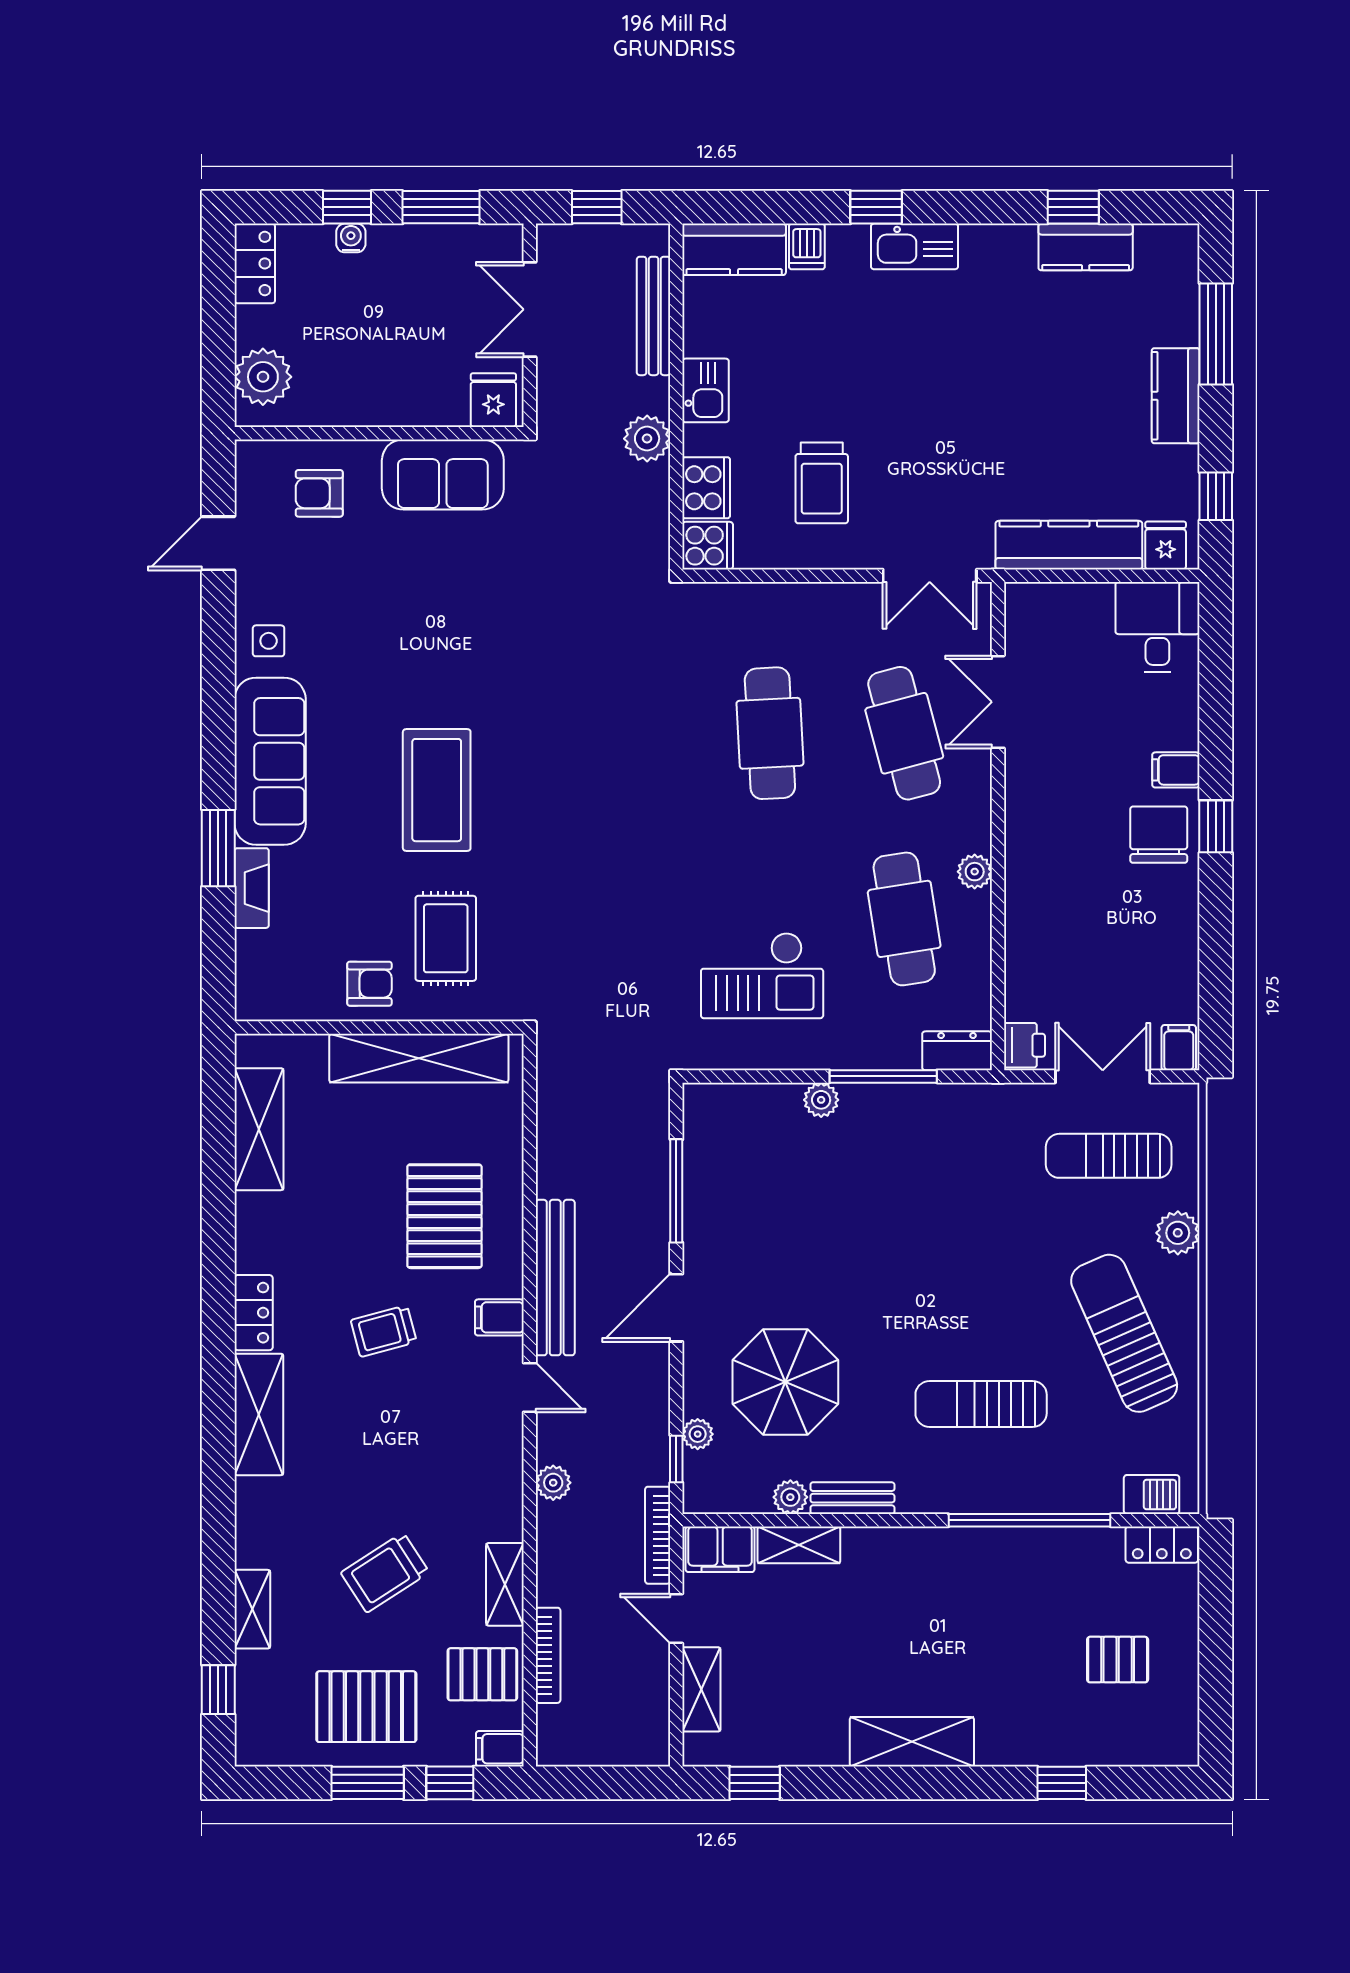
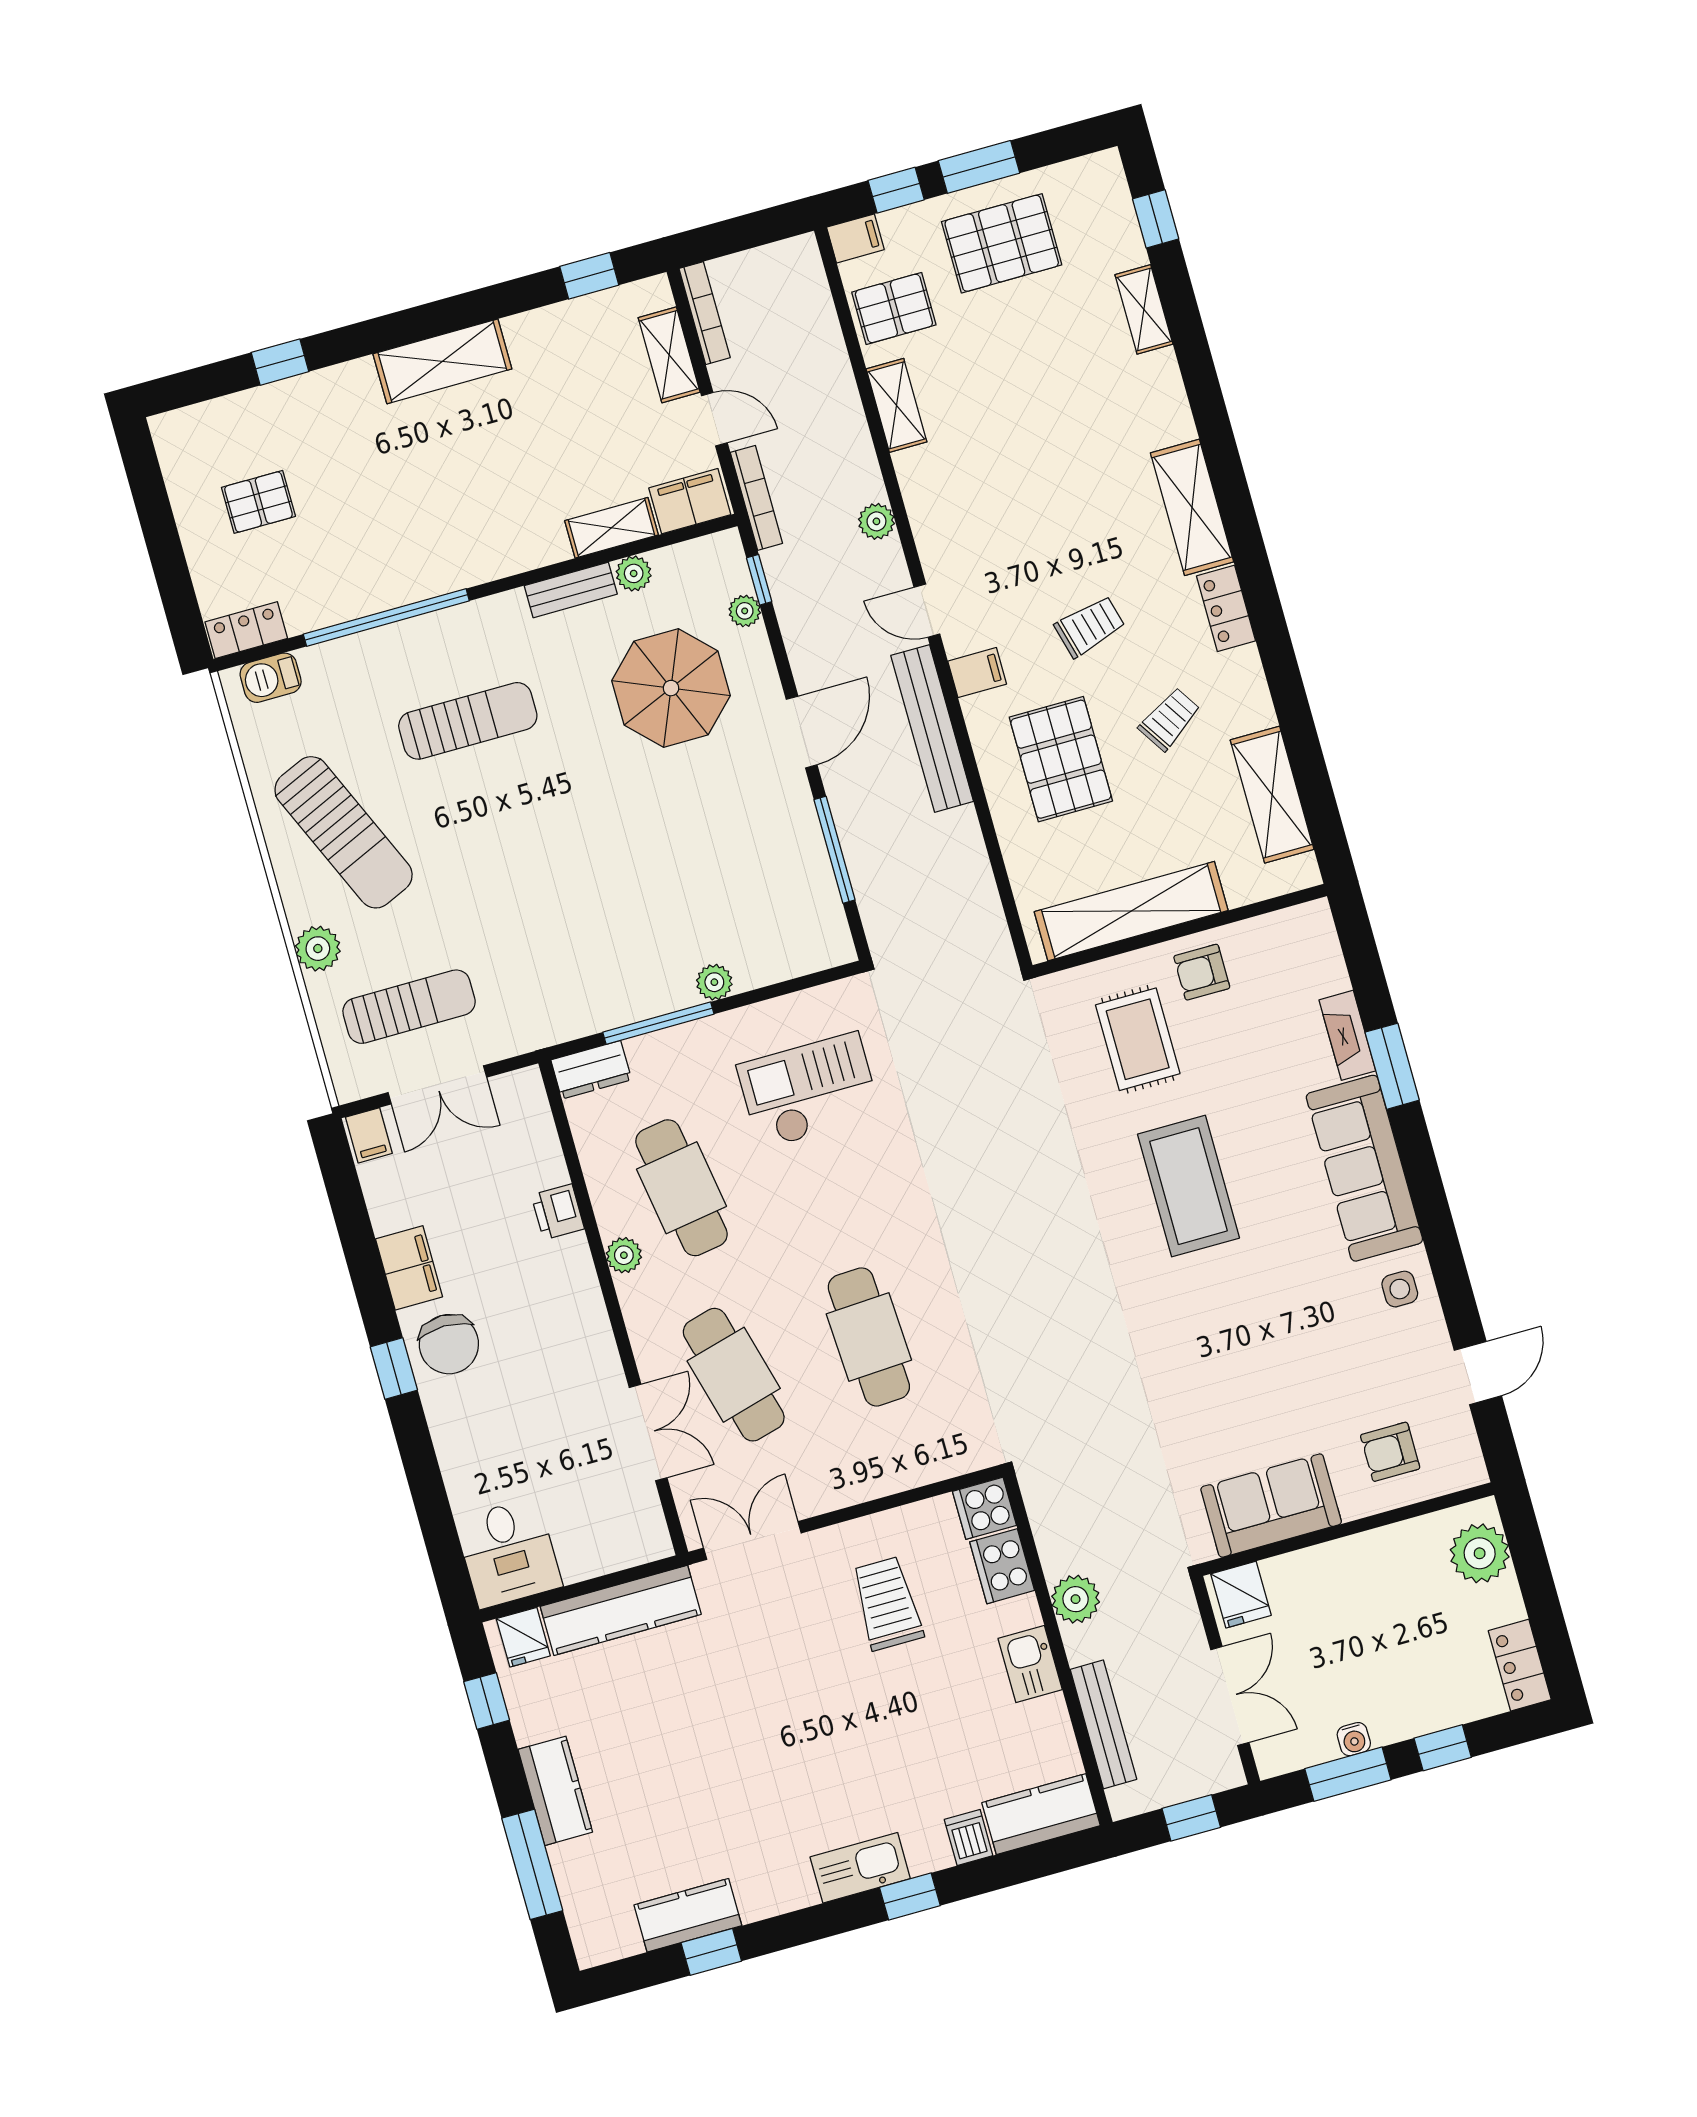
water cooler: (351, 238) -> (1354, 1739), moved
armchair: (319, 493) -> (1390, 1452), turned 180
filing cabinet: (1176, 770) -> (409, 1268), moved, width x2.00
printer: (1024, 1045) -> (558, 1212), moved
trolley: (385, 1573) -> (1169, 719), moved, width x0.73, depth x0.72
bookcase: (548, 1655) -> (705, 313), moved, turned 180

